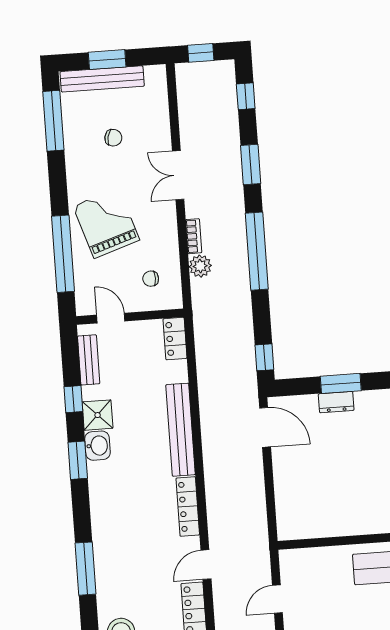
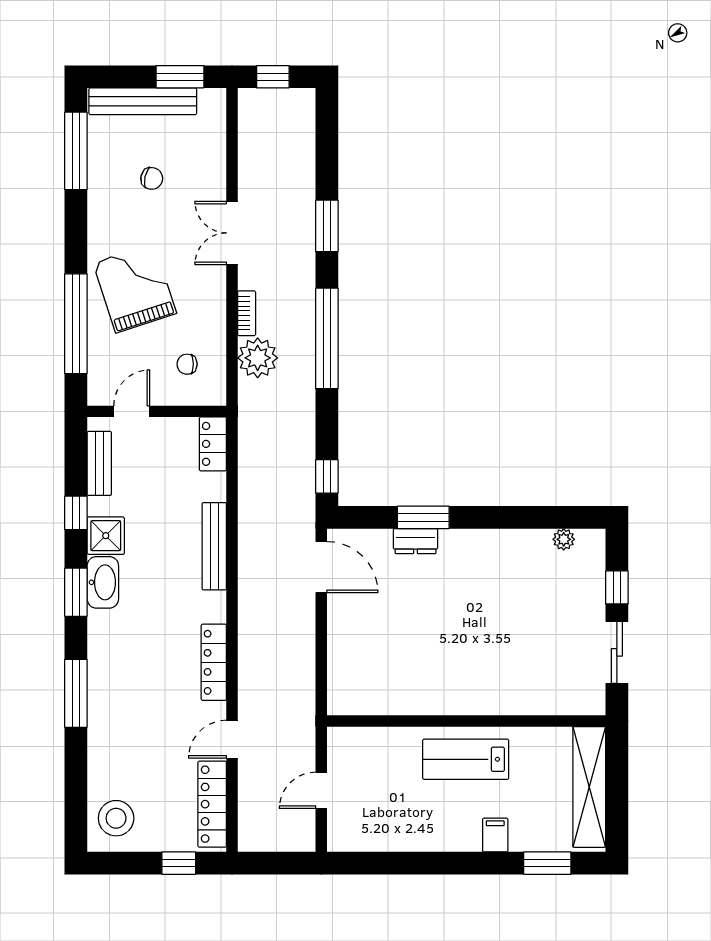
window: (107, 60) -> (180, 77), moved
window: (246, 96) -> (327, 137), removed
plant: (200, 266) -> (258, 358), width x1.36, depth x1.36
door: (111, 318) -> (132, 411), hinge flipped
bench: (180, 430) -> (214, 546), width x0.73, depth x0.82
washbasin: (98, 446) -> (103, 582), width x1.38
window: (86, 569) -> (76, 693), moved

